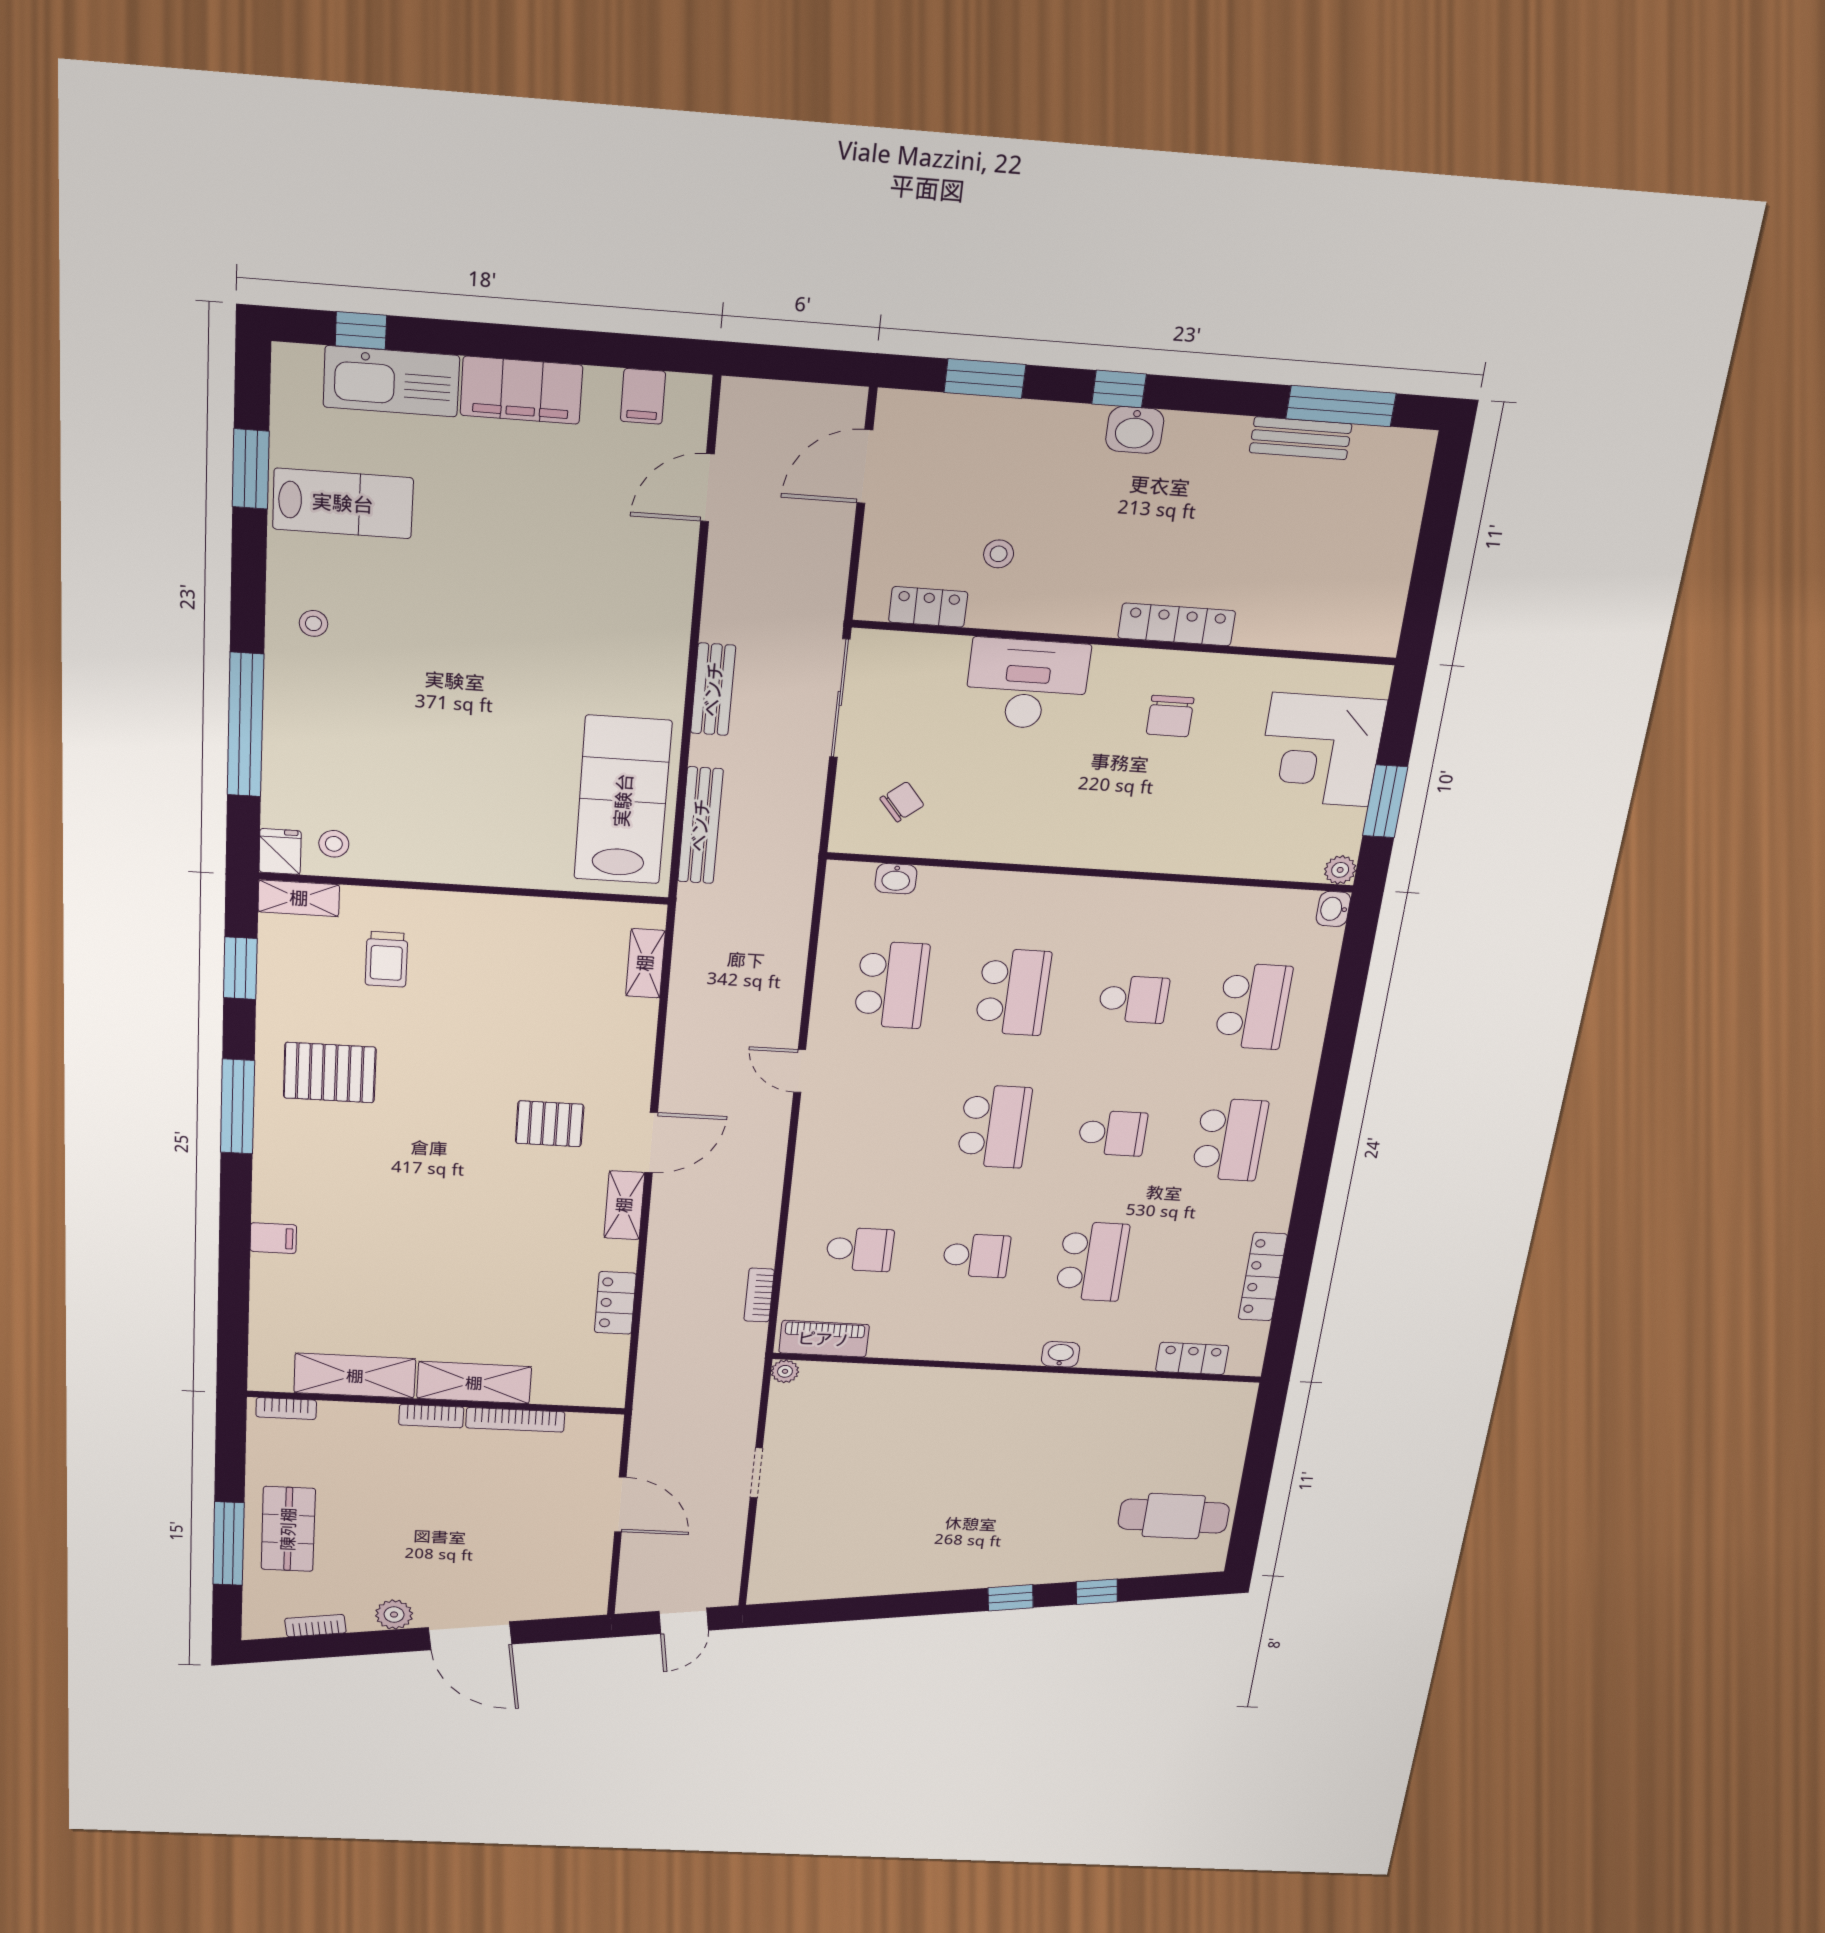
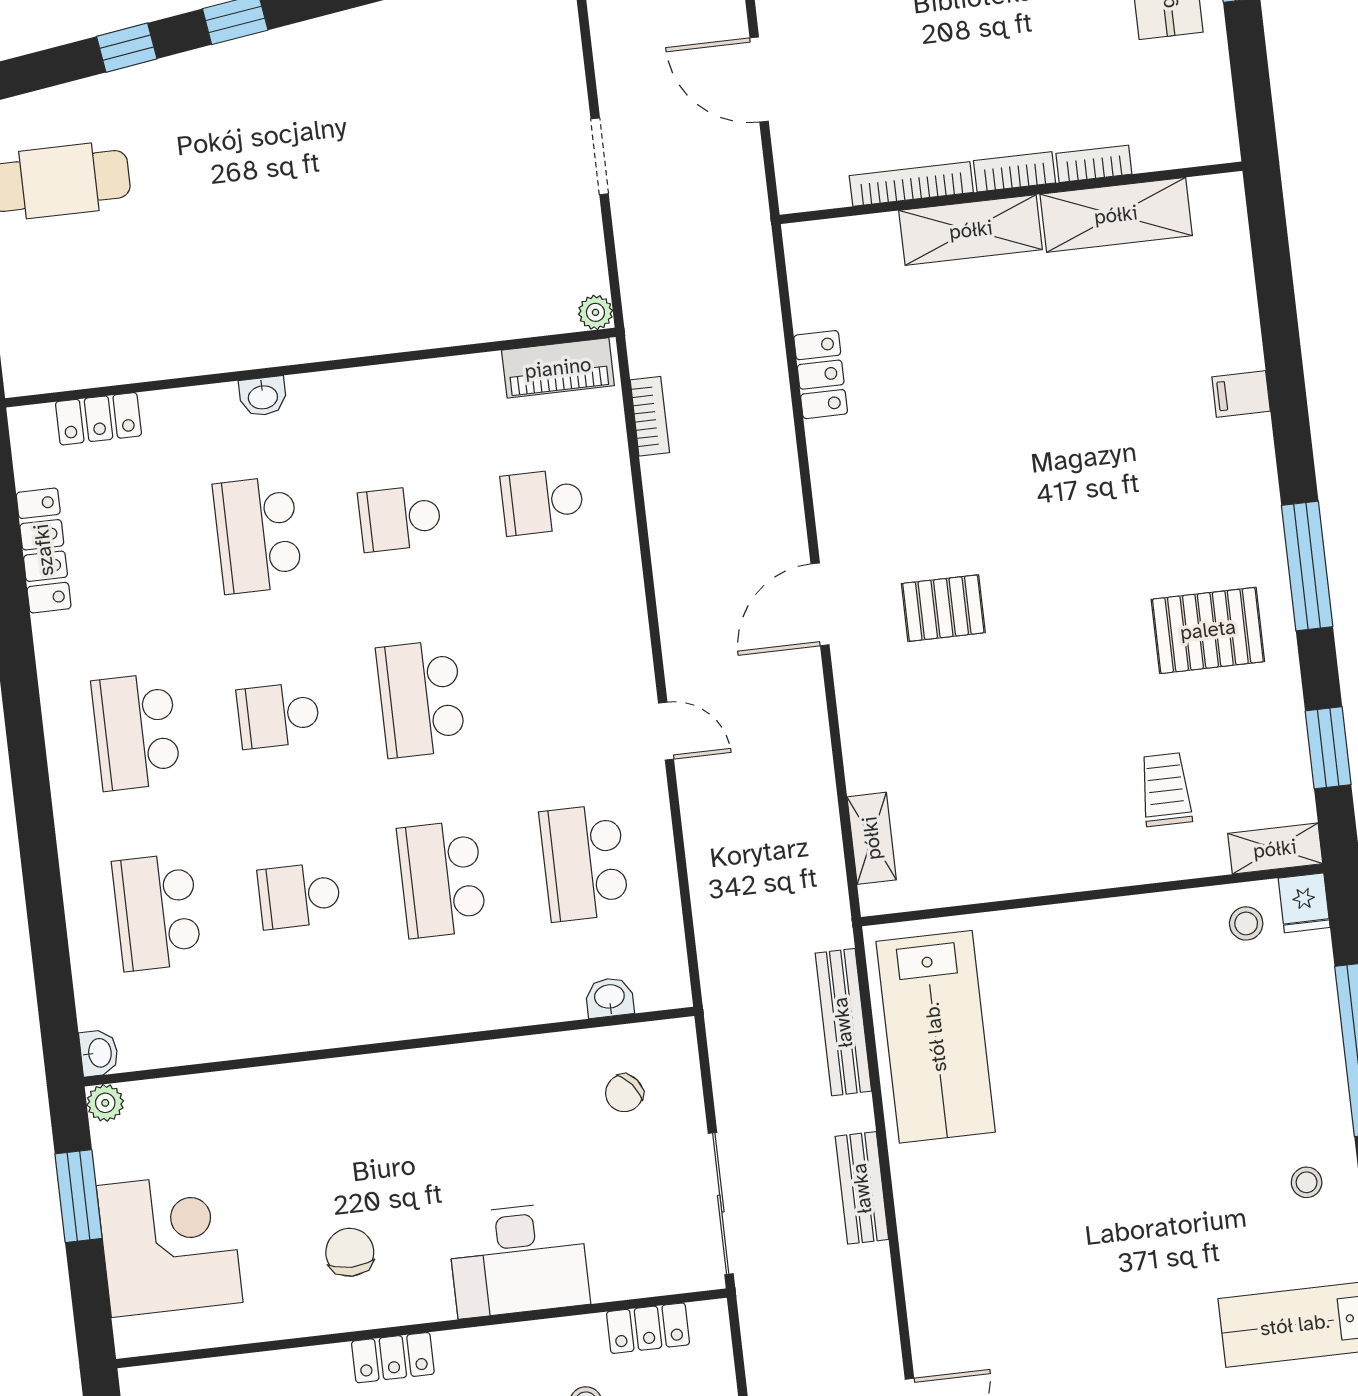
locker: (1177, 624) -> (393, 1358), width x0.66
shelving: (624, 1205) -> (835, 513), removed
bookcase: (286, 1408) -> (1094, 164), moved

